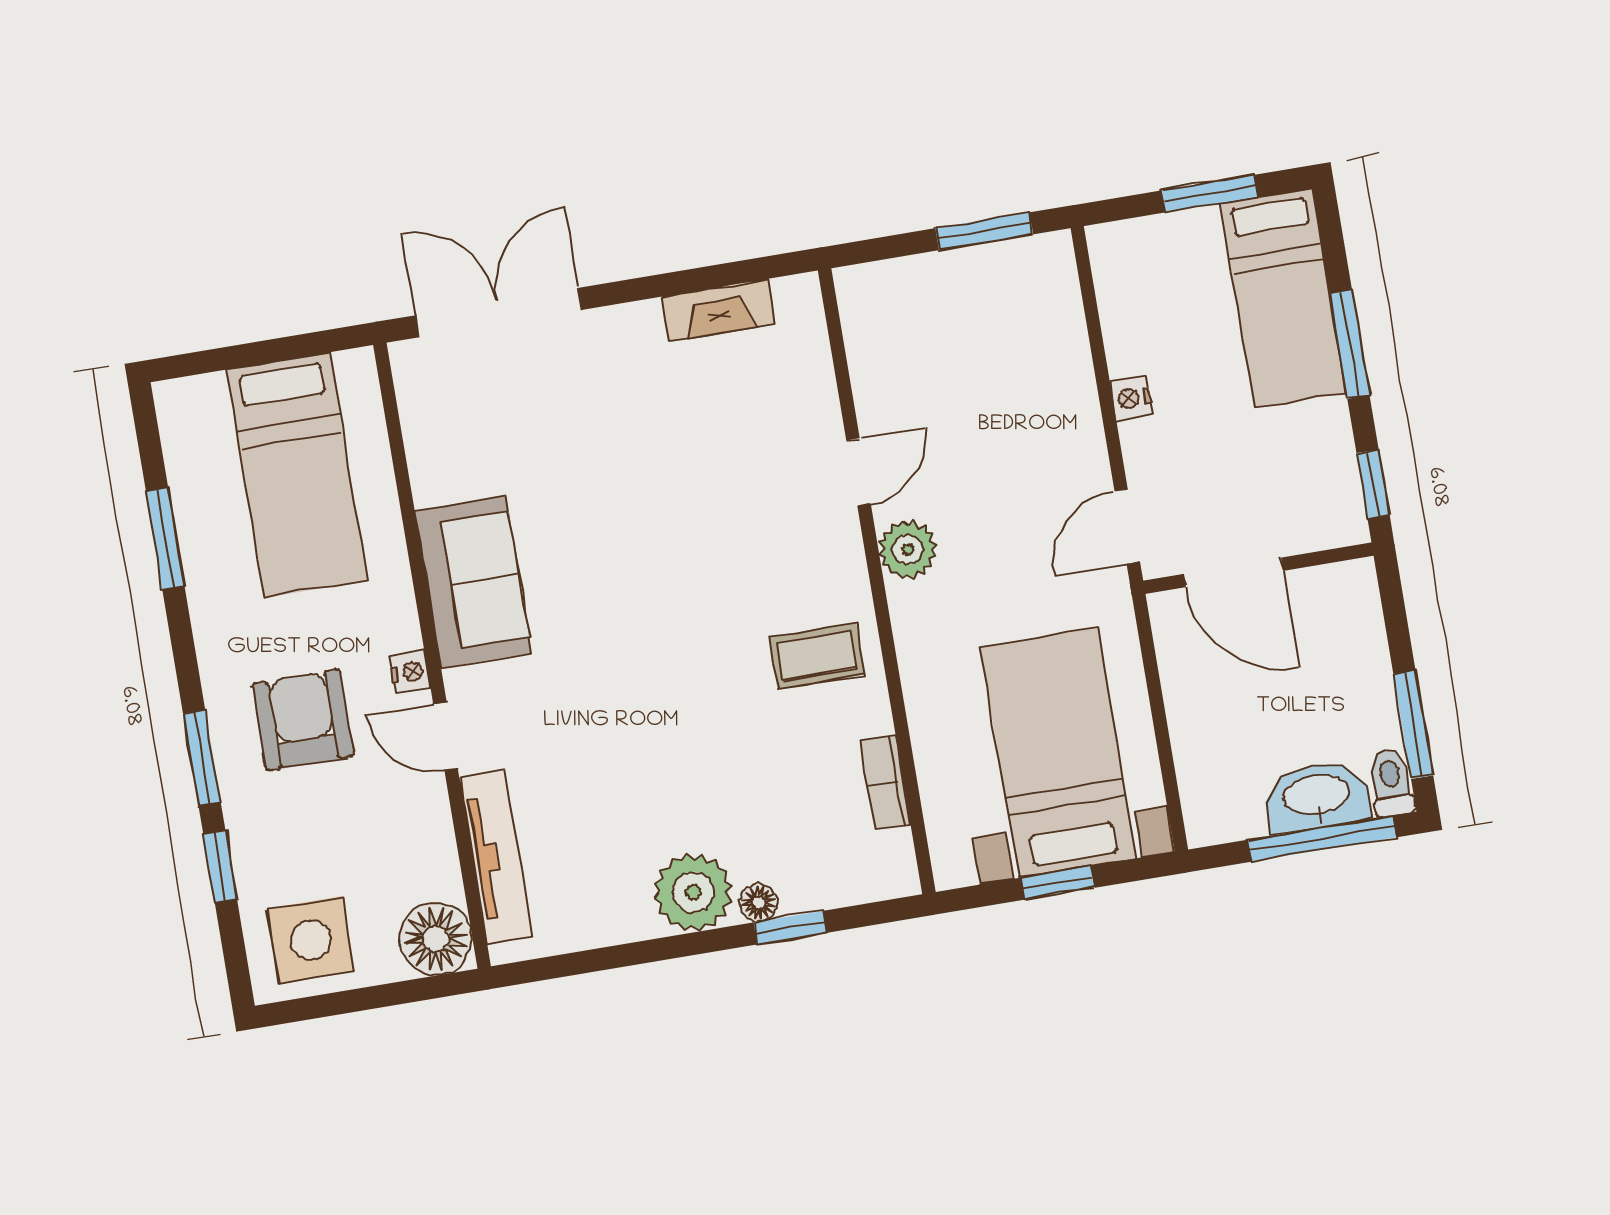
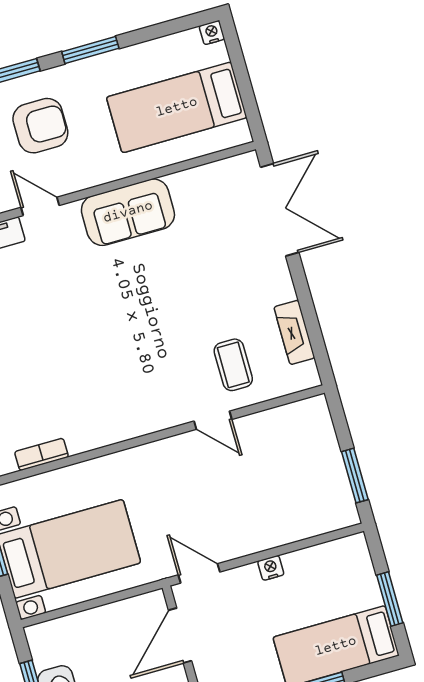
window: (165, 539) -> (90, 50), moved
plant: (908, 550) -> (173, 452), removed
coffee table: (817, 656) -> (233, 365), moved
nightstand: (410, 672) -> (212, 33), moved, turned 180
door: (446, 736) -> (40, 206), hinge flipped

